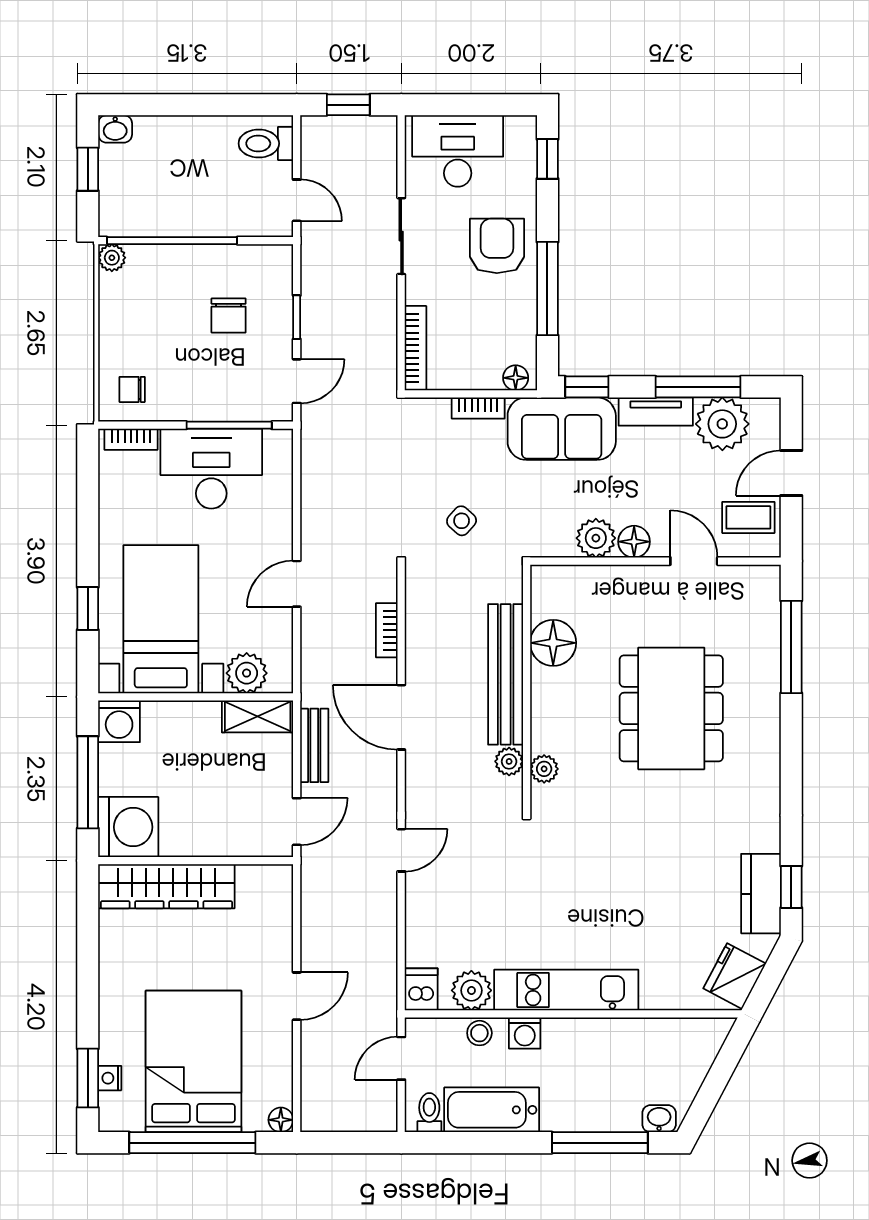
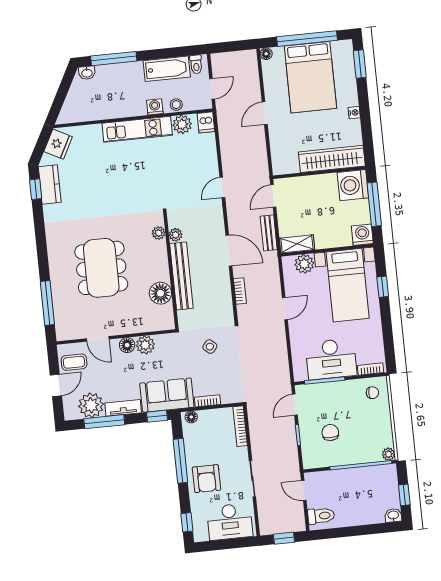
nightstand: (110, 1078) -> (354, 113), moved

